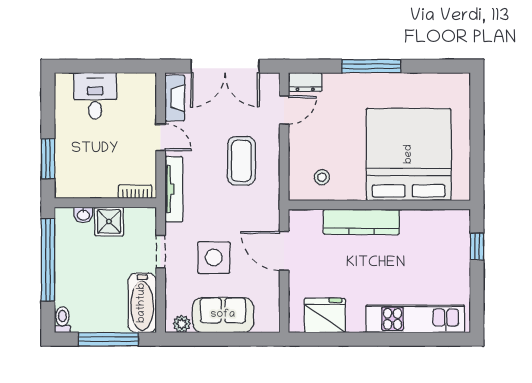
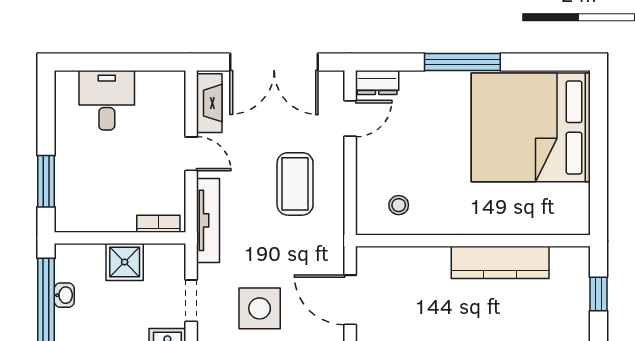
bed: (409, 154) -> (531, 127), moved, turned -90
washbasin: (83, 215) -> (64, 295), moved, turned -90
kitchen counter: (361, 222) -> (500, 262), moved

